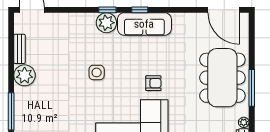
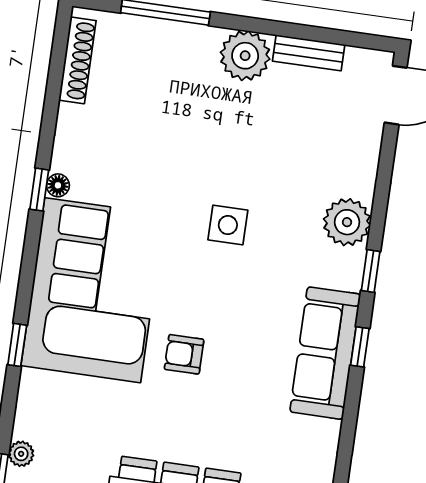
plant: (106, 23) -> (347, 222), moved
armchair: (153, 83) -> (184, 354), turned 90

